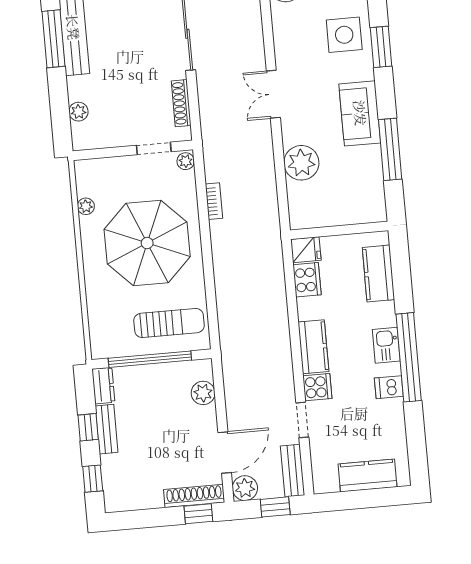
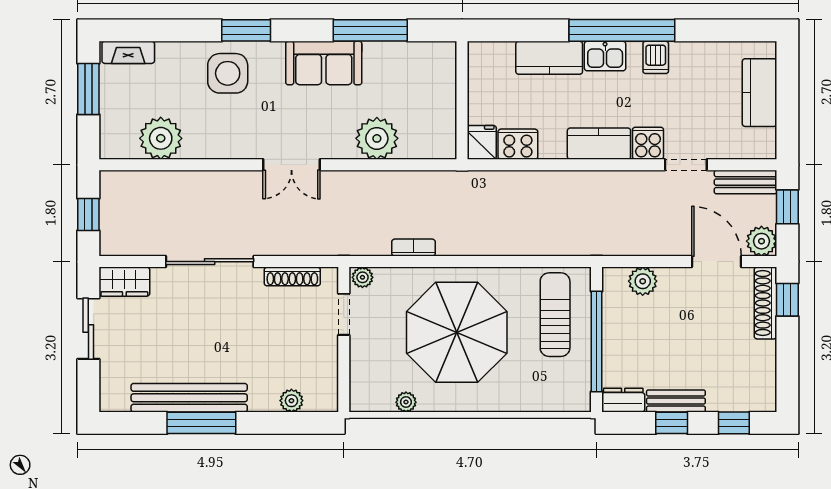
kitchen counter: (378, 274) -> (549, 58), moved

